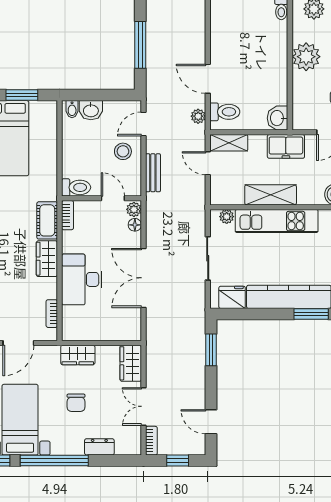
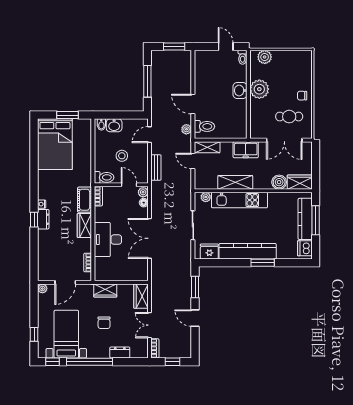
washbasin: (278, 118) -> (240, 90), moved
stool: (123, 151) -> (122, 156), moved
door: (211, 422) -> (195, 318), moved

